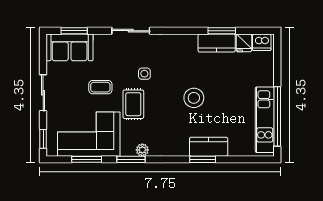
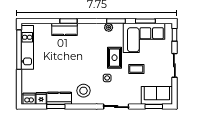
stool: (194, 98) -> (83, 91), moved

